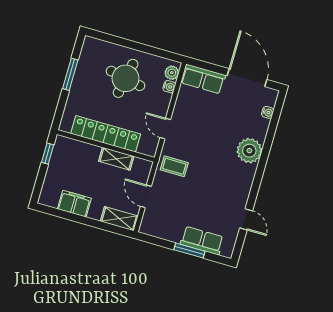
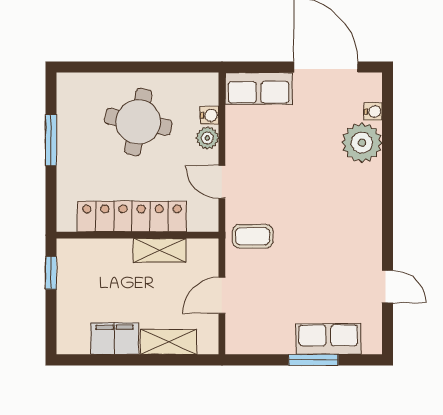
plant: (172, 73) -> (207, 138), moved
plant: (249, 151) -> (362, 143), moved
door: (146, 196) -> (222, 295), hinge flipped
shelving: (119, 219) -> (169, 342), moved

